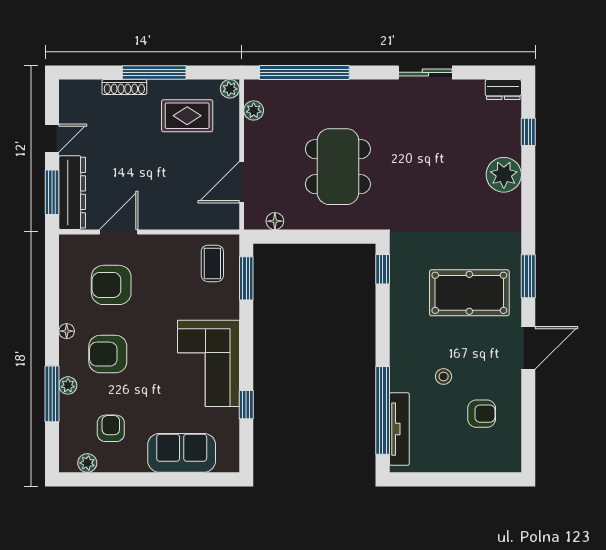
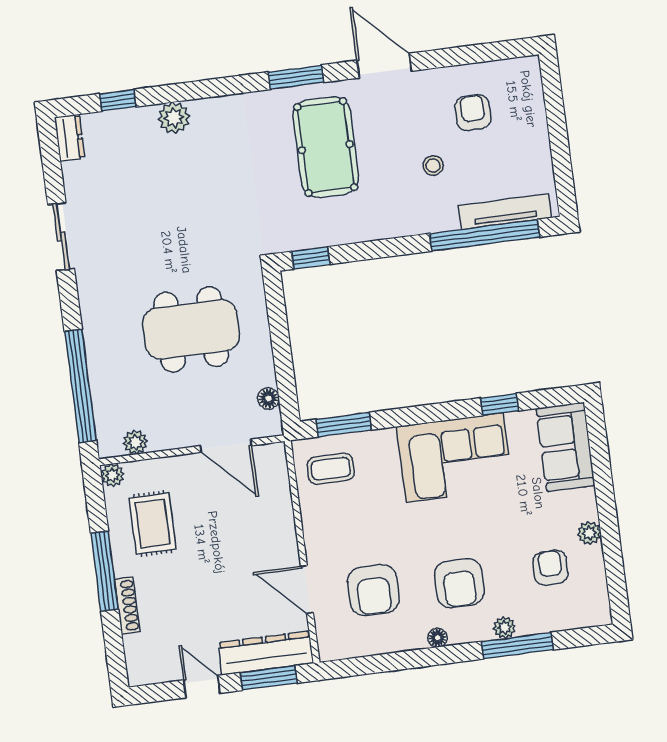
plant: (504, 175) -> (174, 118), width x0.73, depth x0.73
armchair: (111, 428) -> (550, 568), turned 90
sofa: (182, 453) -> (565, 447), moved
plant: (87, 463) -> (589, 533), moved

